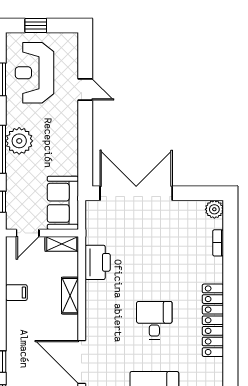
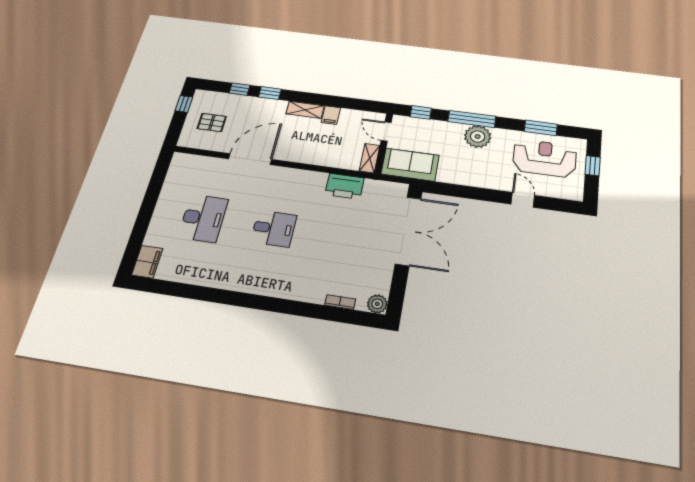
door: (85, 90) -> (523, 200), swing flipped
shelving: (70, 296) -> (305, 110), moved
locker: (213, 320) -> (259, 284), removed

